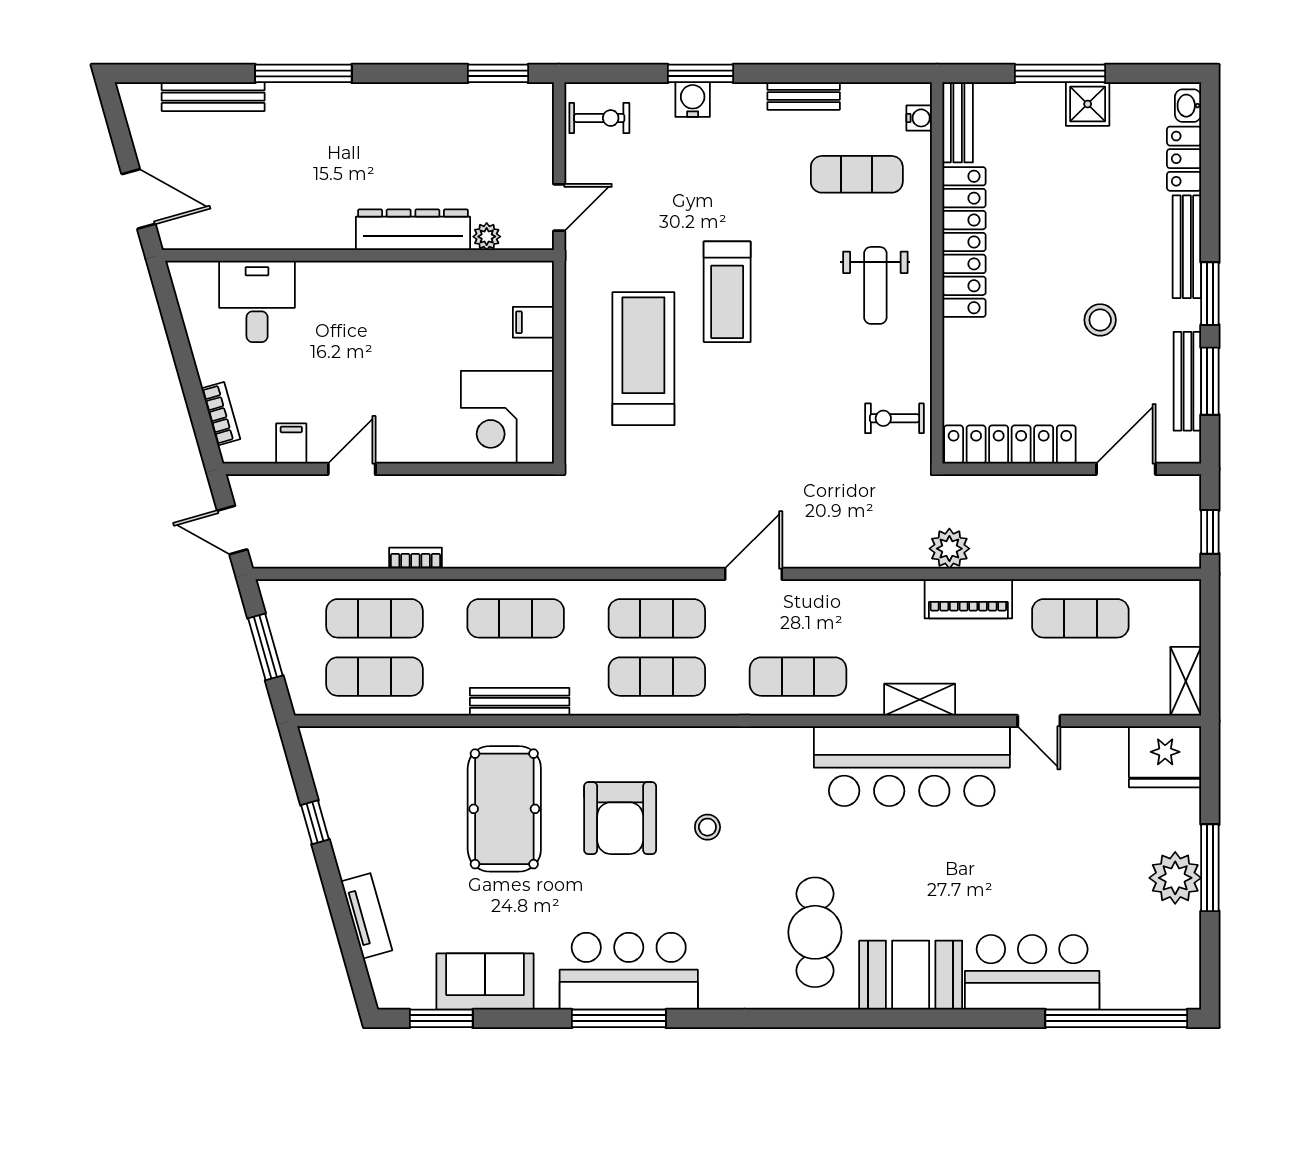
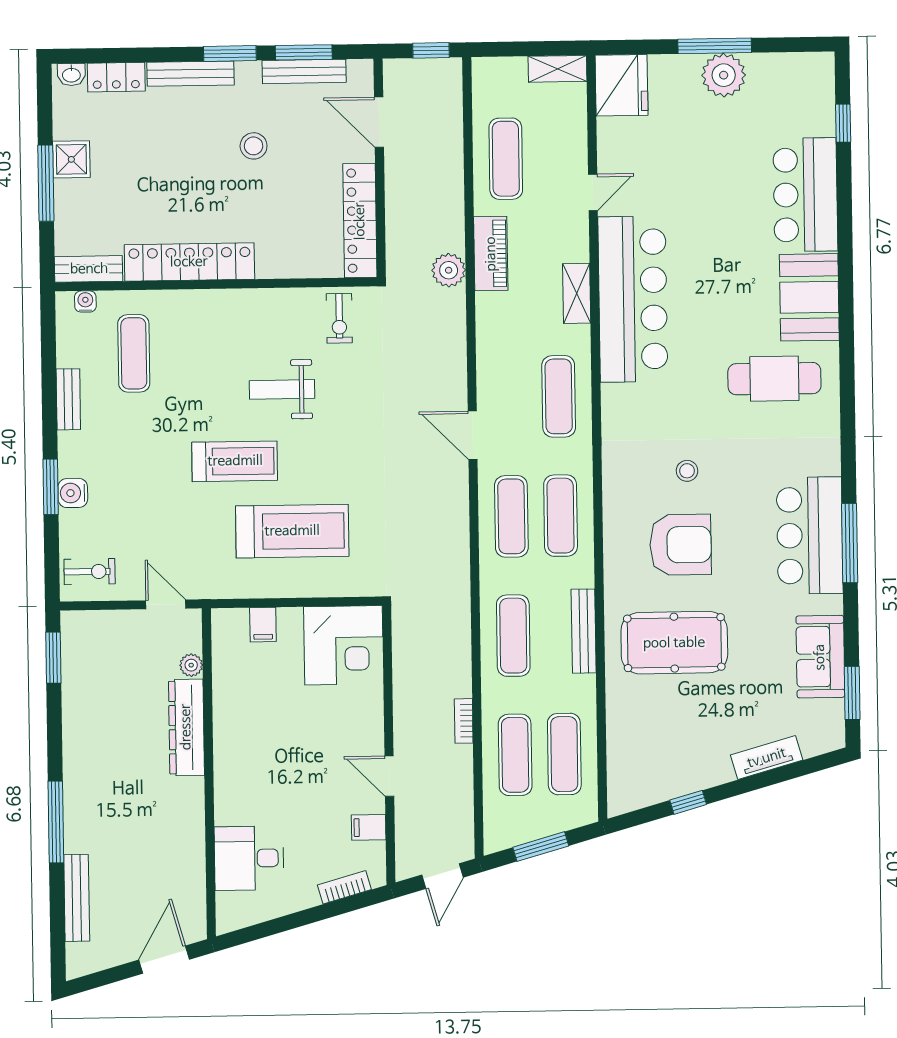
exercise bike: (599, 118) -> (90, 572), turned 90
weight bench: (875, 285) -> (282, 389), moved, turned 180
treadmill: (643, 359) -> (292, 531), turned 180
window: (1116, 1018) -> (843, 123), width x0.32

